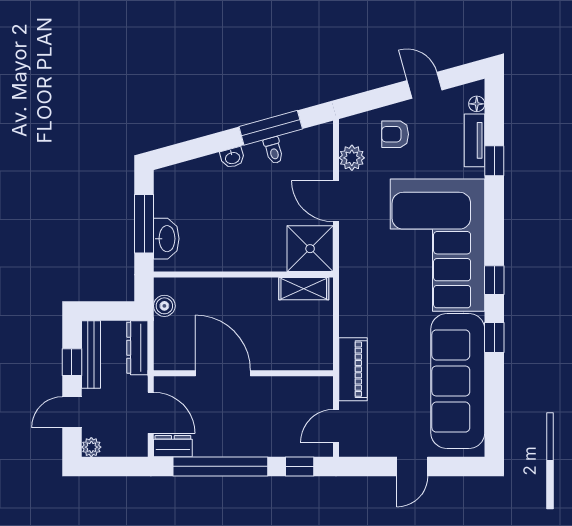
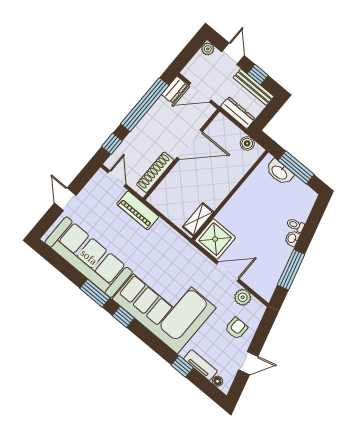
toilet: (273, 150) -> (295, 225), moved
window: (494, 338) -> (95, 293), width x1.50
shoe rack: (291, 386) -> (155, 172), added

